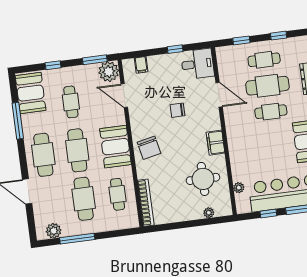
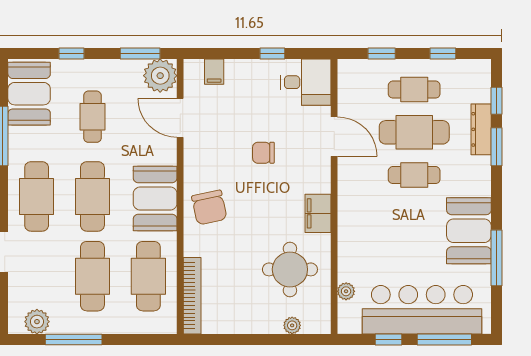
cafe table: (118, 194) -> (148, 276), width x1.37, depth x1.35

